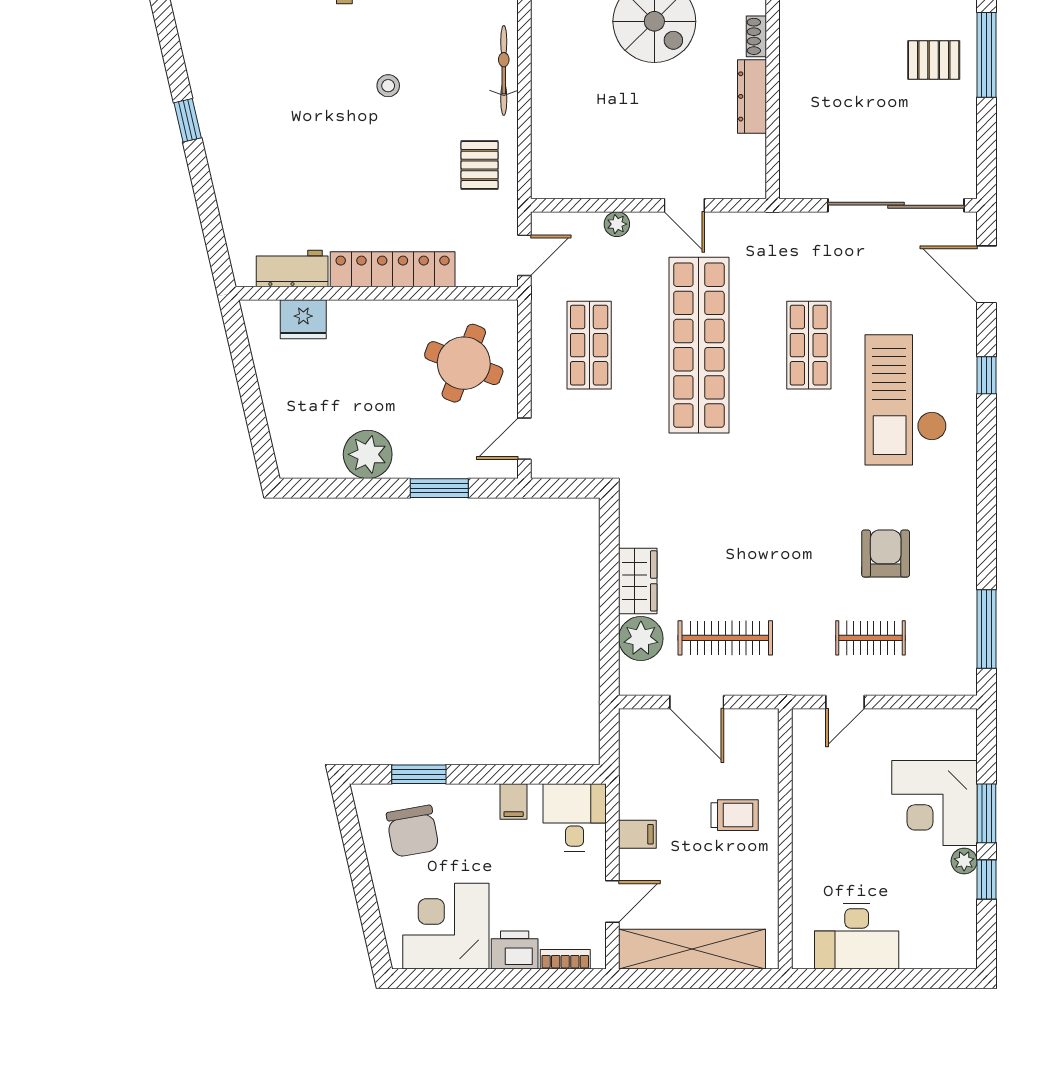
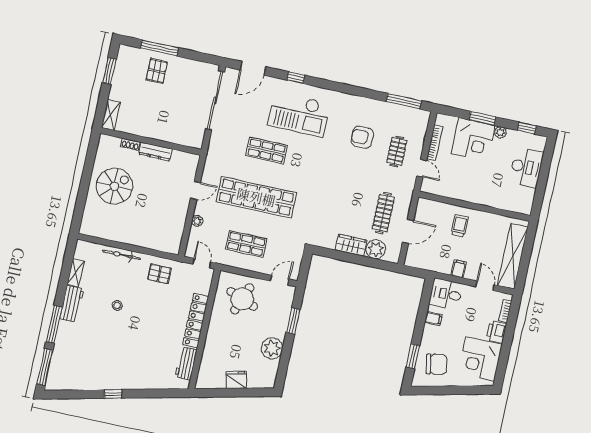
fridge: (303, 319) -> (236, 380), moved, turned -103
door: (524, 439) -> (280, 280), swing flipped
bookcase: (908, 719) -> (435, 143), added
window: (986, 879) -> (527, 128), moved
desk: (857, 936) -> (526, 167), moved

